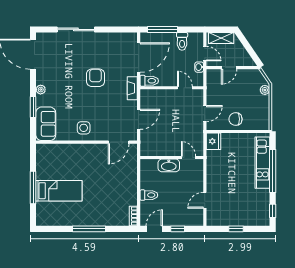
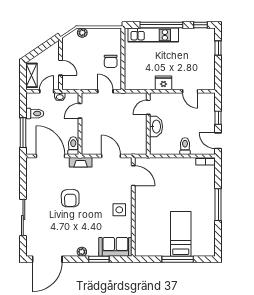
armchair: (95, 78) -> (70, 198), turned -91
fridge: (213, 141) -> (163, 83), moved
window: (236, 229) -> (218, 48), moved

